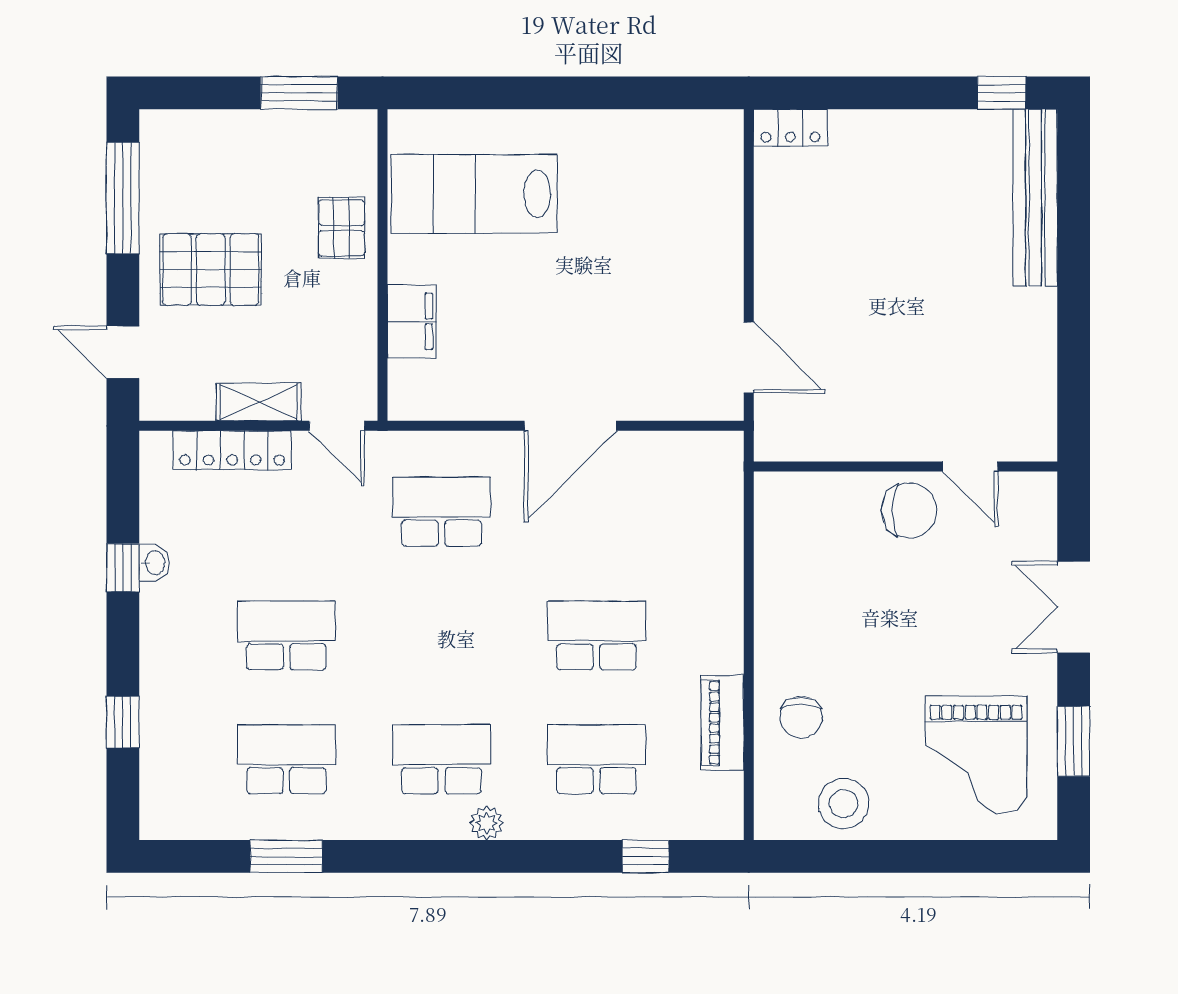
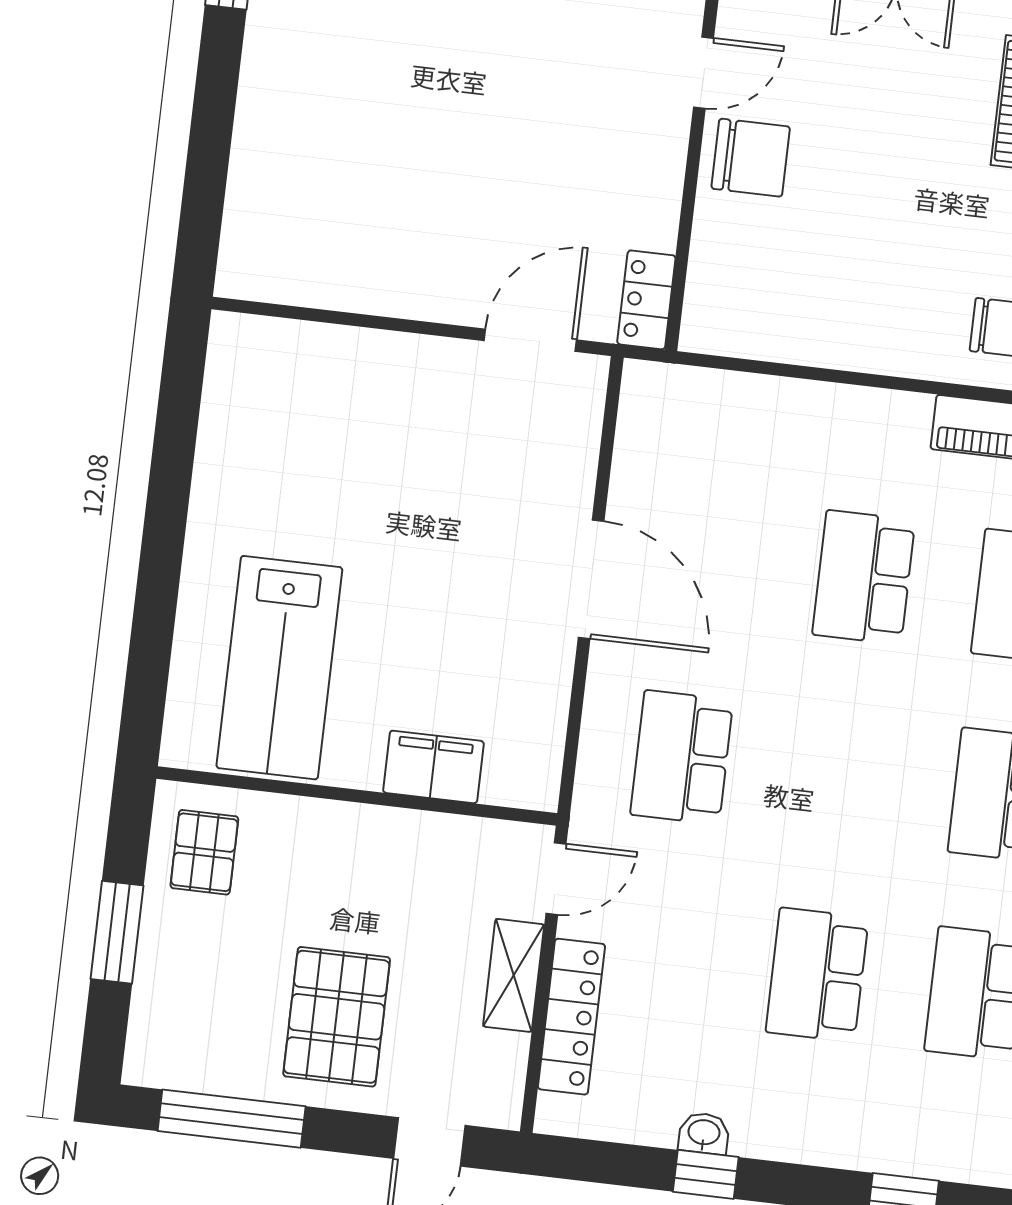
window: (299, 93) -> (117, 932), moved
locker: (790, 128) -> (646, 300), moved, turned 180
pallet: (342, 228) -> (204, 852), moved, turned 90
chair: (909, 510) -> (751, 158), turned 90

